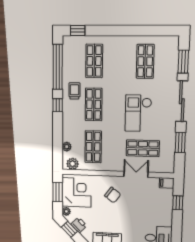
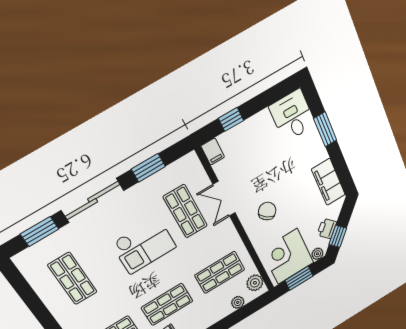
shop shelf: (145, 61) -> (73, 279), turned 90

